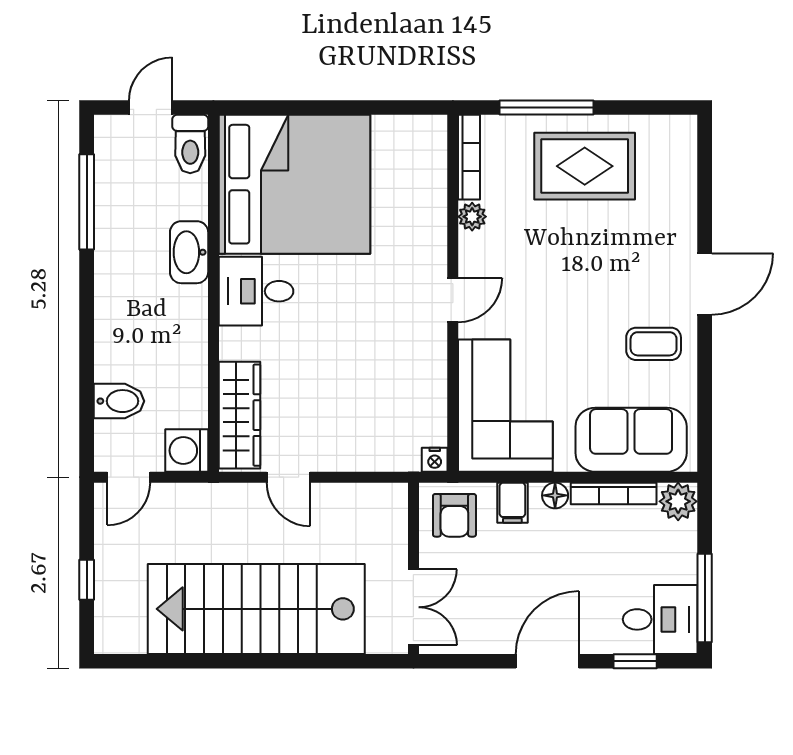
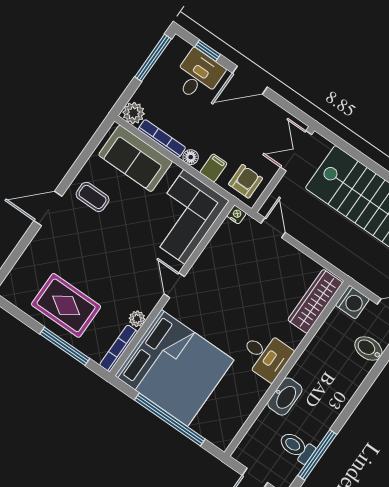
window: (328, 107) -> (170, 420), added
toilet: (190, 144) -> (297, 447), moved, turned -90
bed: (294, 184) -> (174, 368), moved, turned 180
door: (453, 300) -> (174, 285), hinge flipped
door: (288, 477) -> (273, 228), moved
desk: (660, 619) -> (198, 76), moved, turned 90

